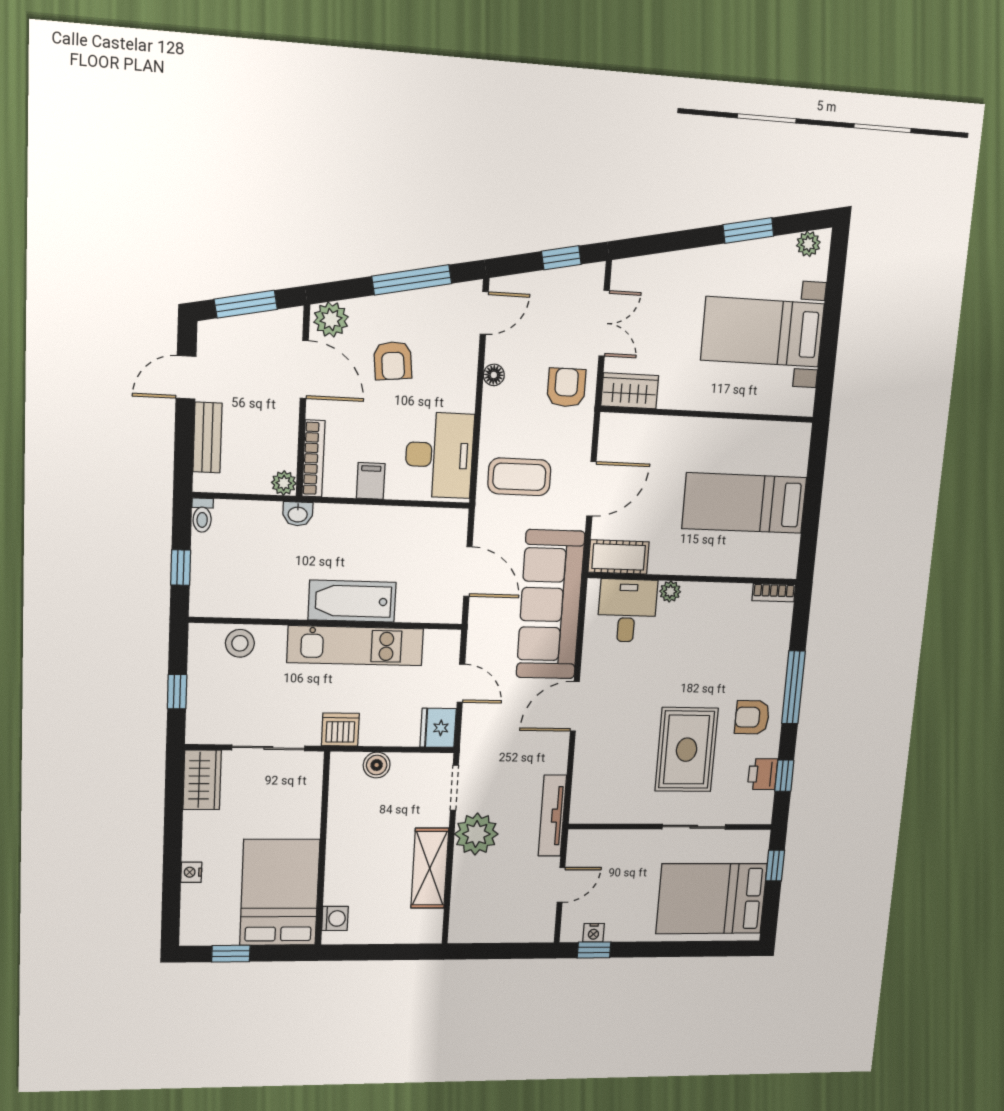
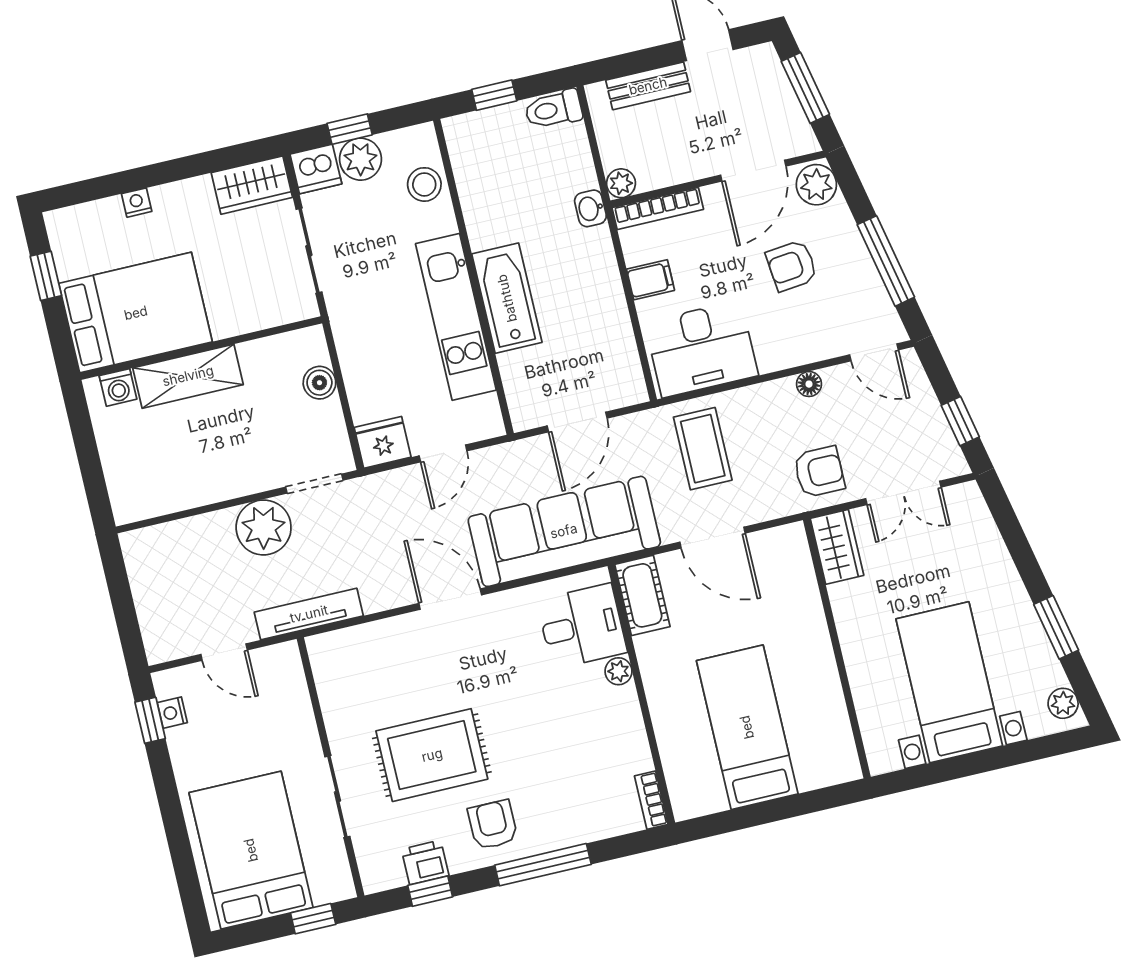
toilet: (202, 515) -> (553, 109), width x1.37, depth x1.39
plant: (205, 689) -> (360, 159), added
dishwasher: (340, 730) -> (316, 169), moved, turned 90
shelving: (430, 868) -> (188, 376), moved

